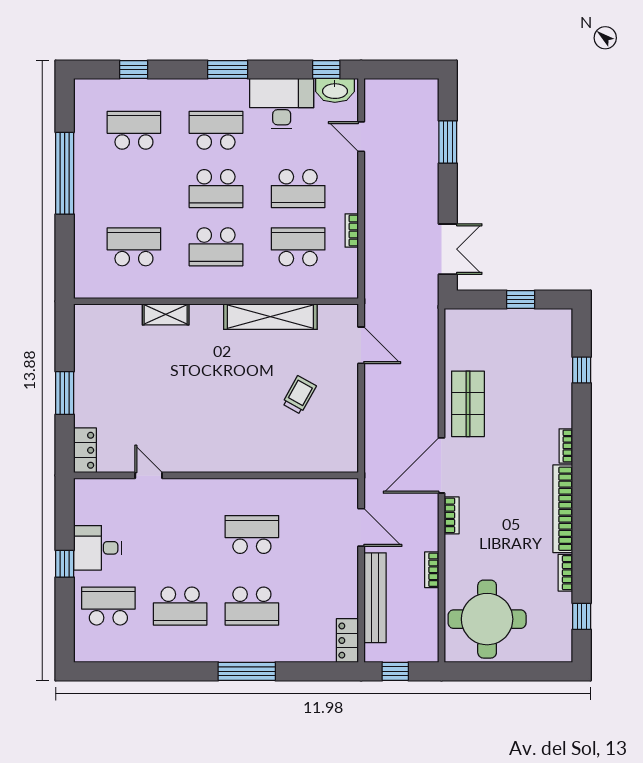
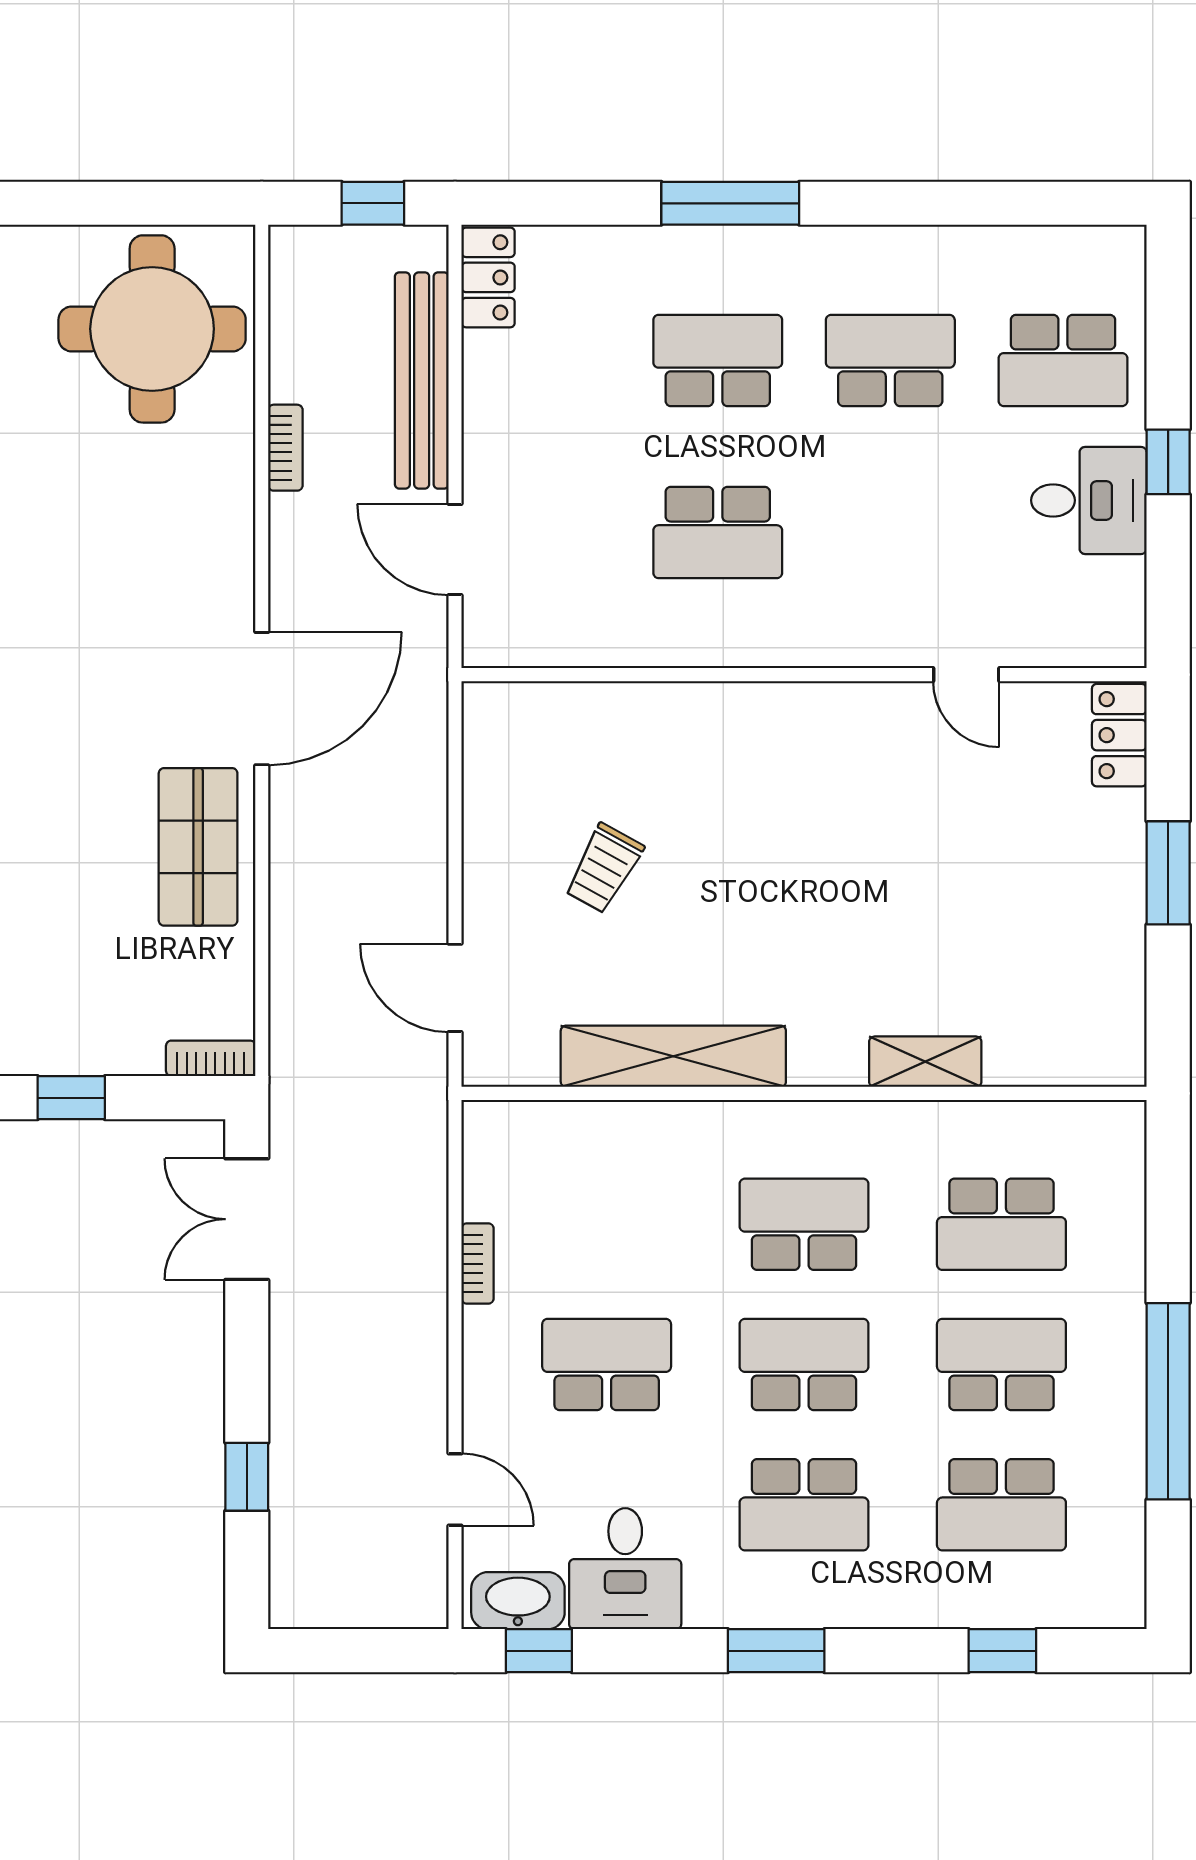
desk: (282, 104) -> (625, 1569), width x0.73
window: (448, 142) -> (247, 1477), width x0.67
school desk: (298, 247) -> (1001, 1365), moved, turned 180
bookcase: (452, 515) -> (211, 1058), moved, turned 90

